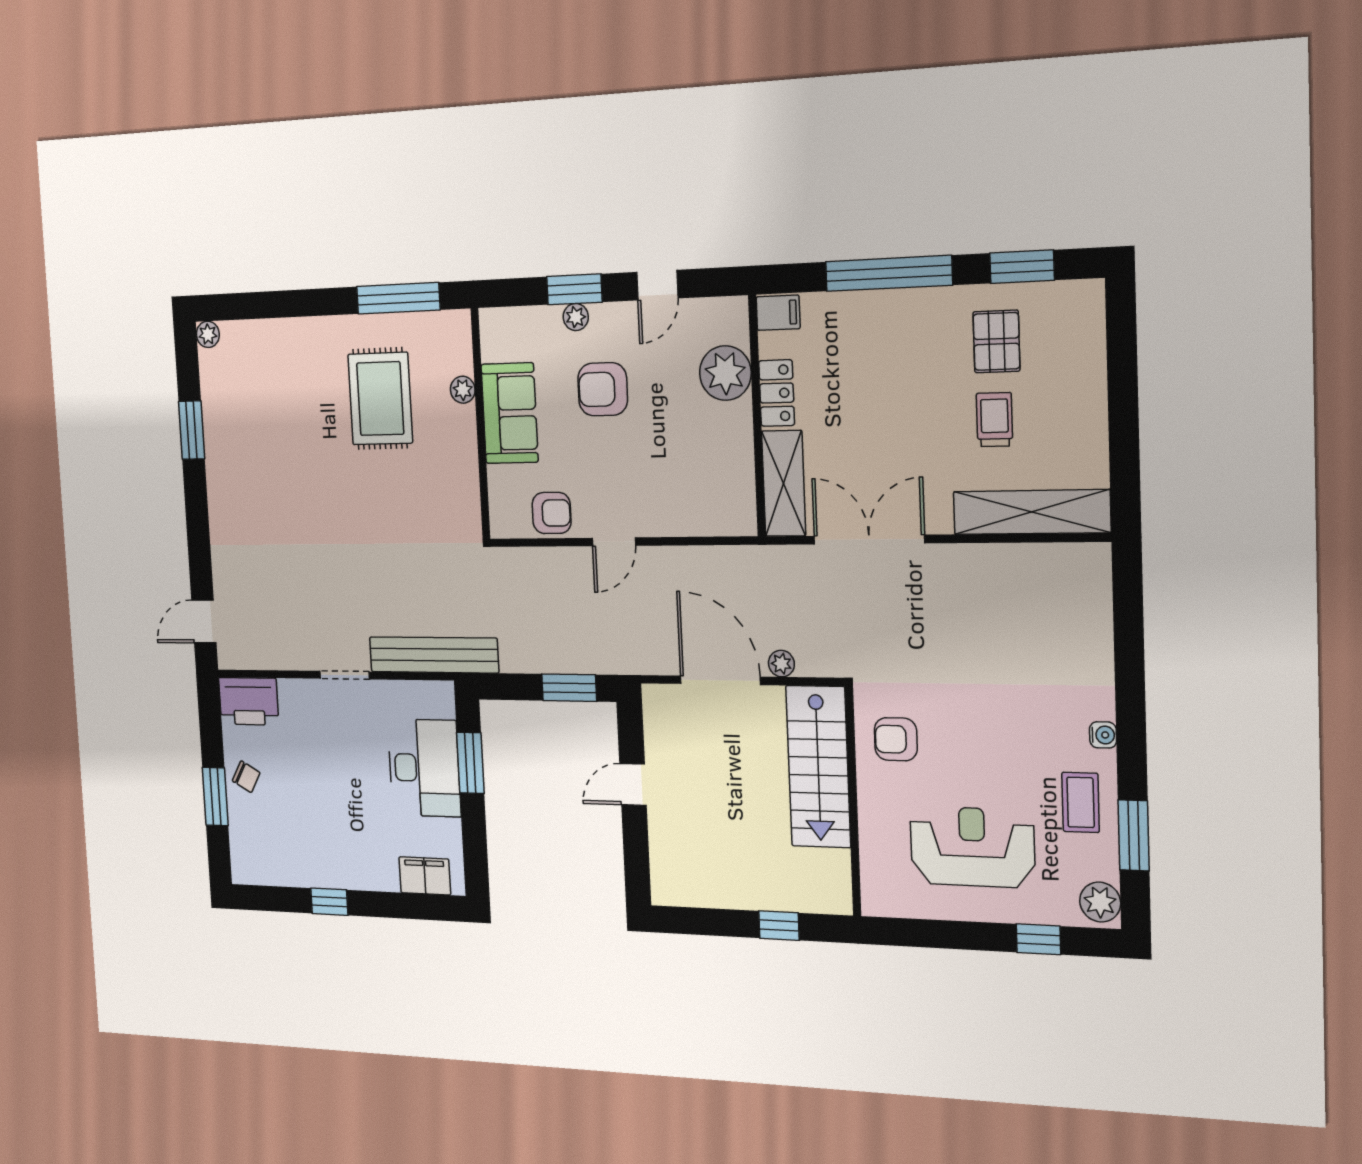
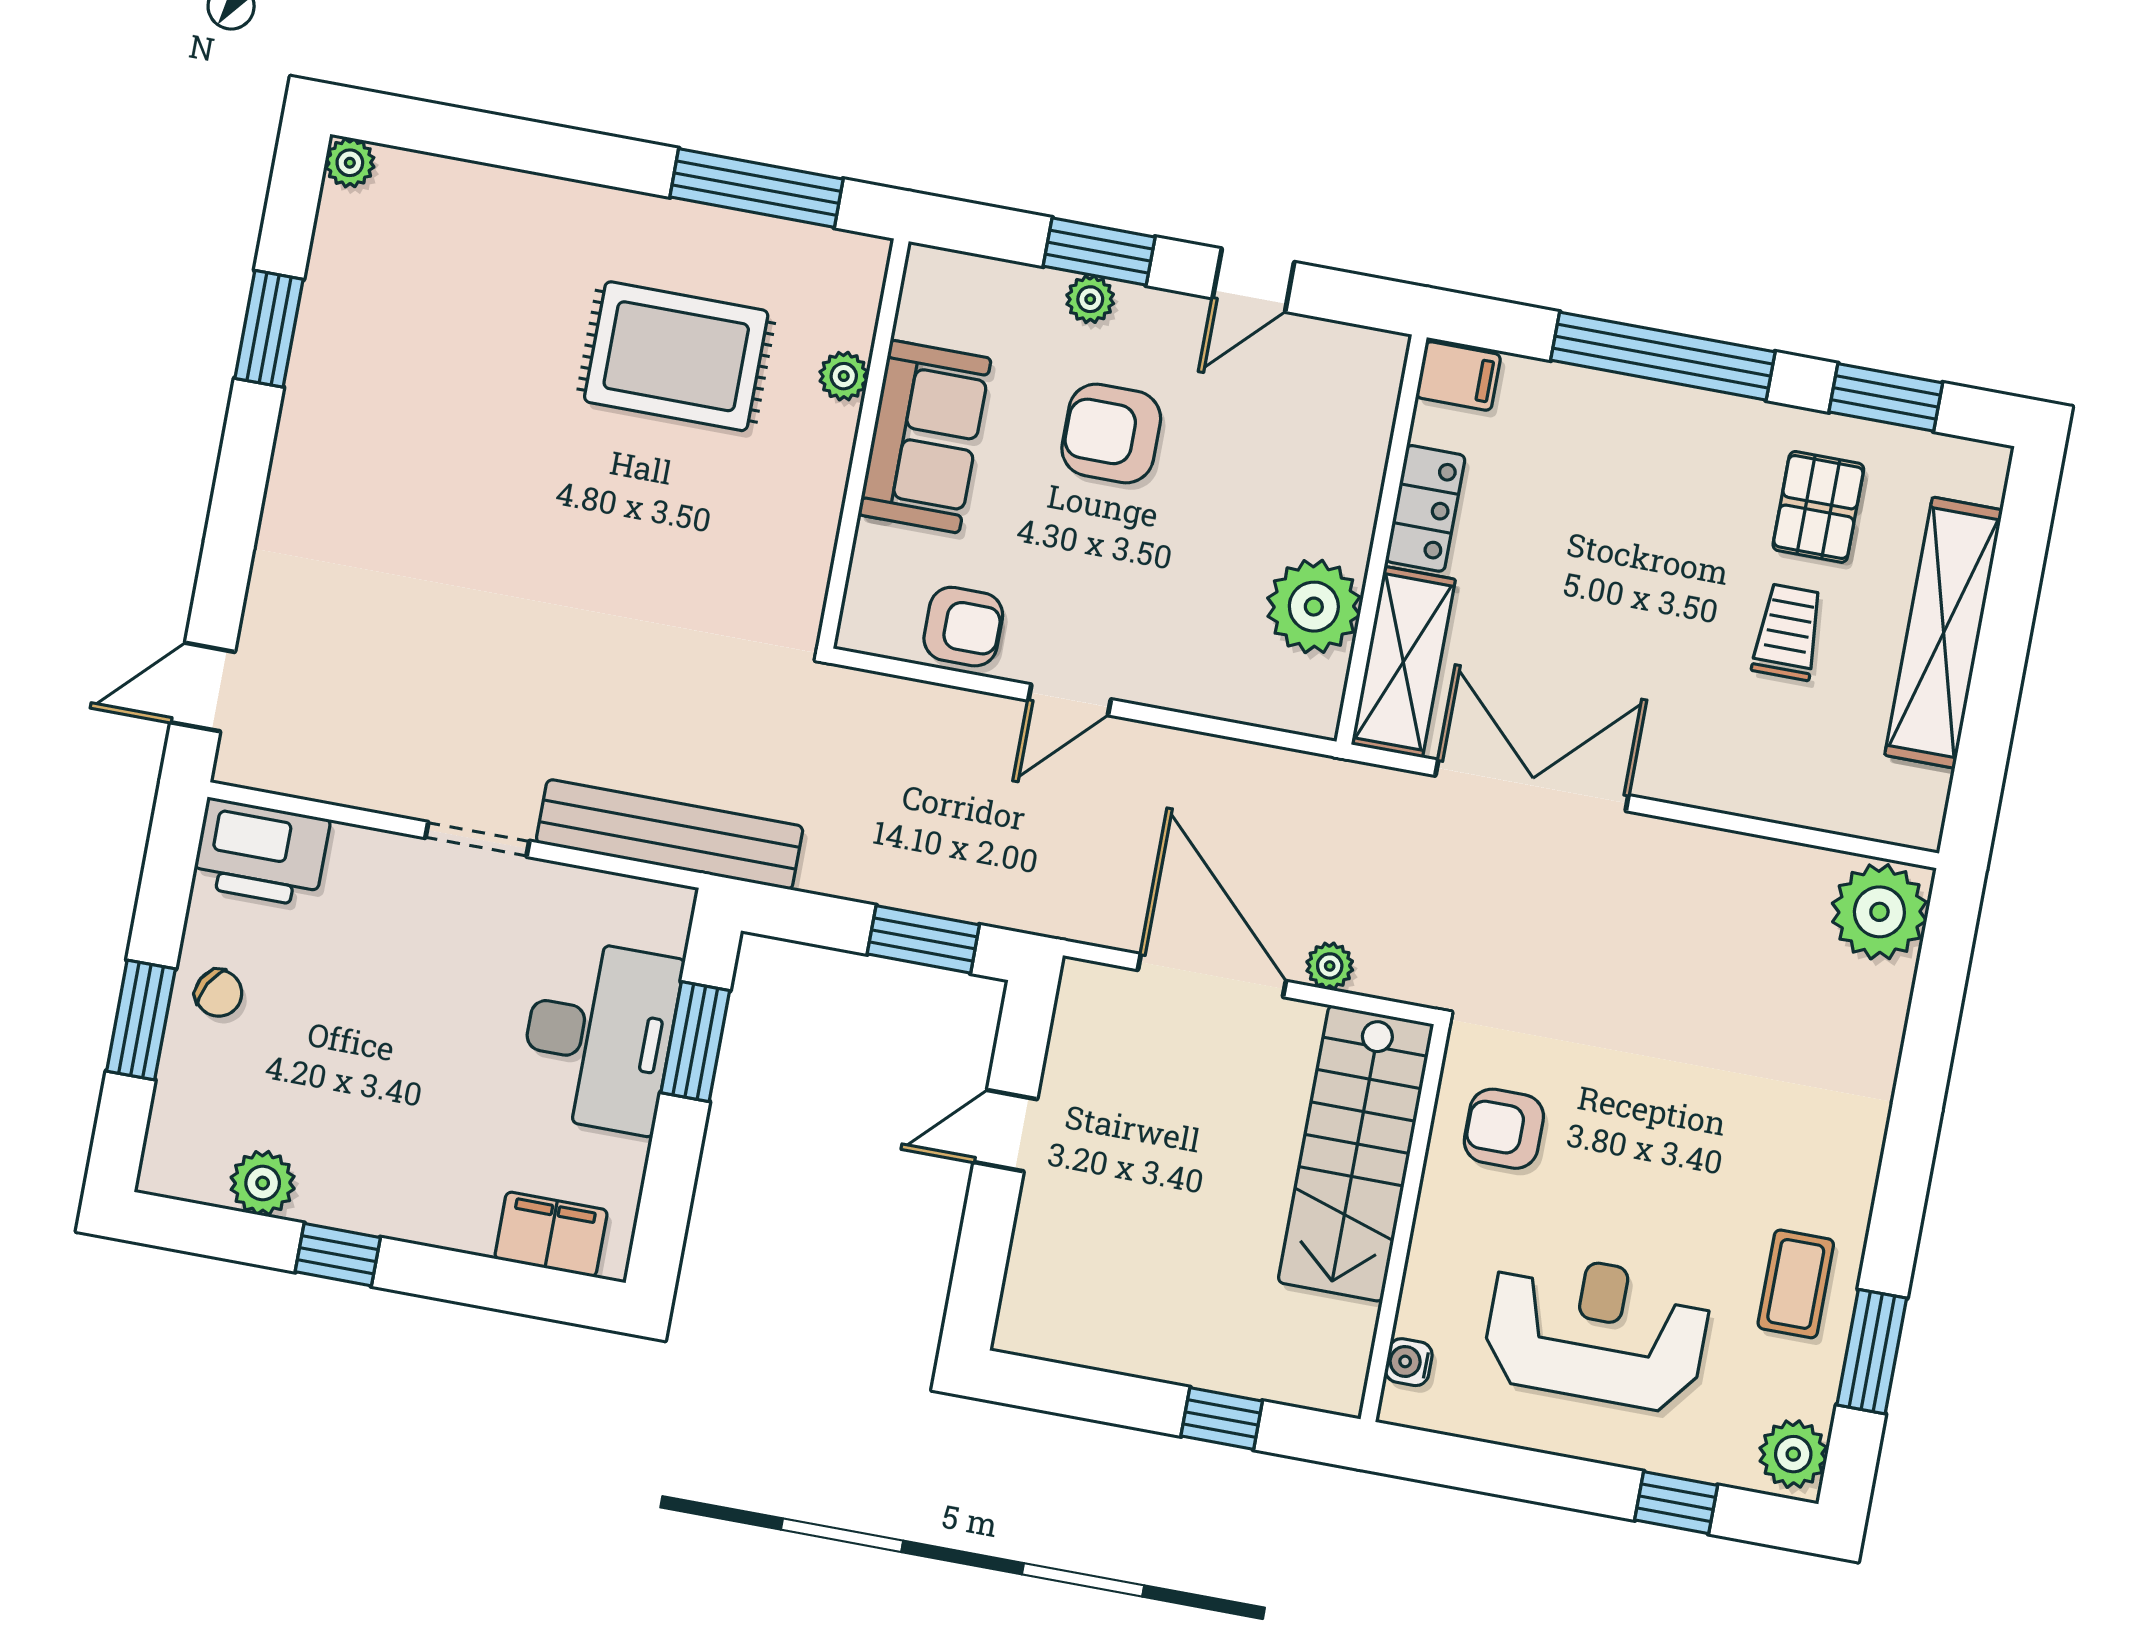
plant: (725, 373) -> (1314, 607), moved
rug: (380, 399) -> (676, 356), turned 90
shelving: (1032, 512) -> (1944, 633), moved, turned 90
plant: (1083, 575) -> (1879, 912), added
water cooler: (1103, 735) -> (1409, 1362), moved, turned 180
plant: (287, 870) -> (263, 1183), added

